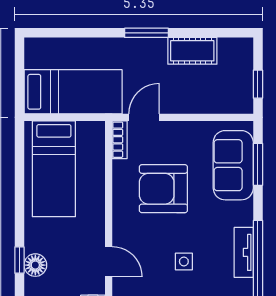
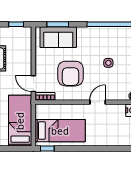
tv unit: (244, 252) -> (104, 32), removed
window: (19, 260) -> (47, 148), moved
door: (109, 262) -> (98, 102), moved
floor lamp: (35, 265) -> (110, 140), removed

